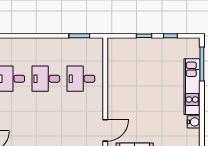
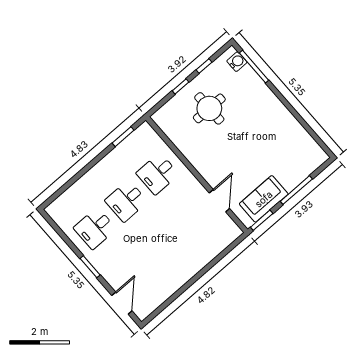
round table: (150, 66) -> (209, 108), added
kitchen unit: (192, 87) -> (263, 94), removed
water cooler: (194, 122) -> (237, 62), moved

